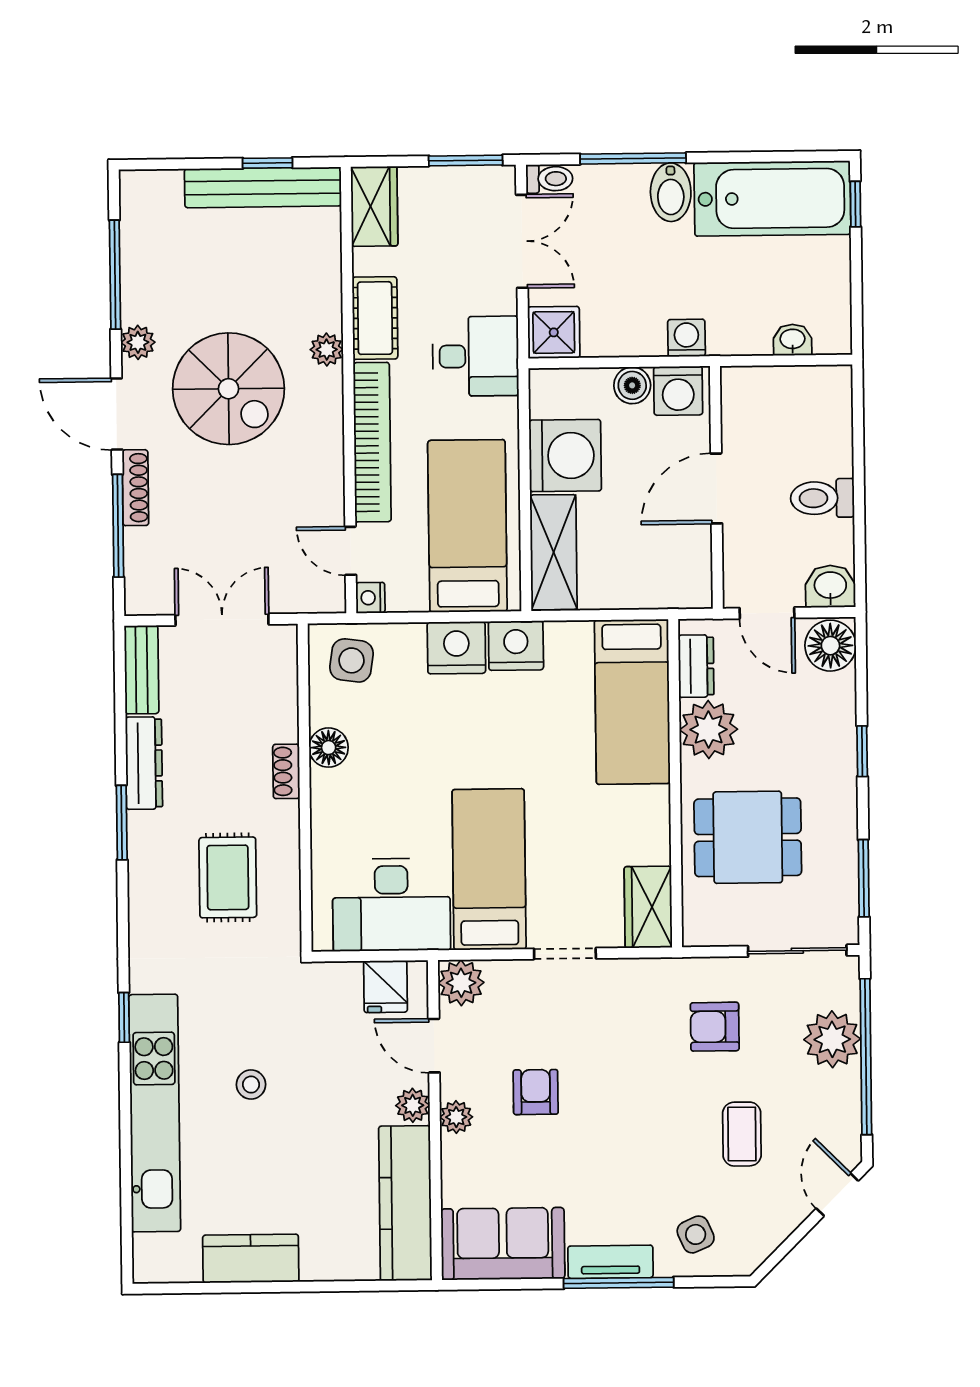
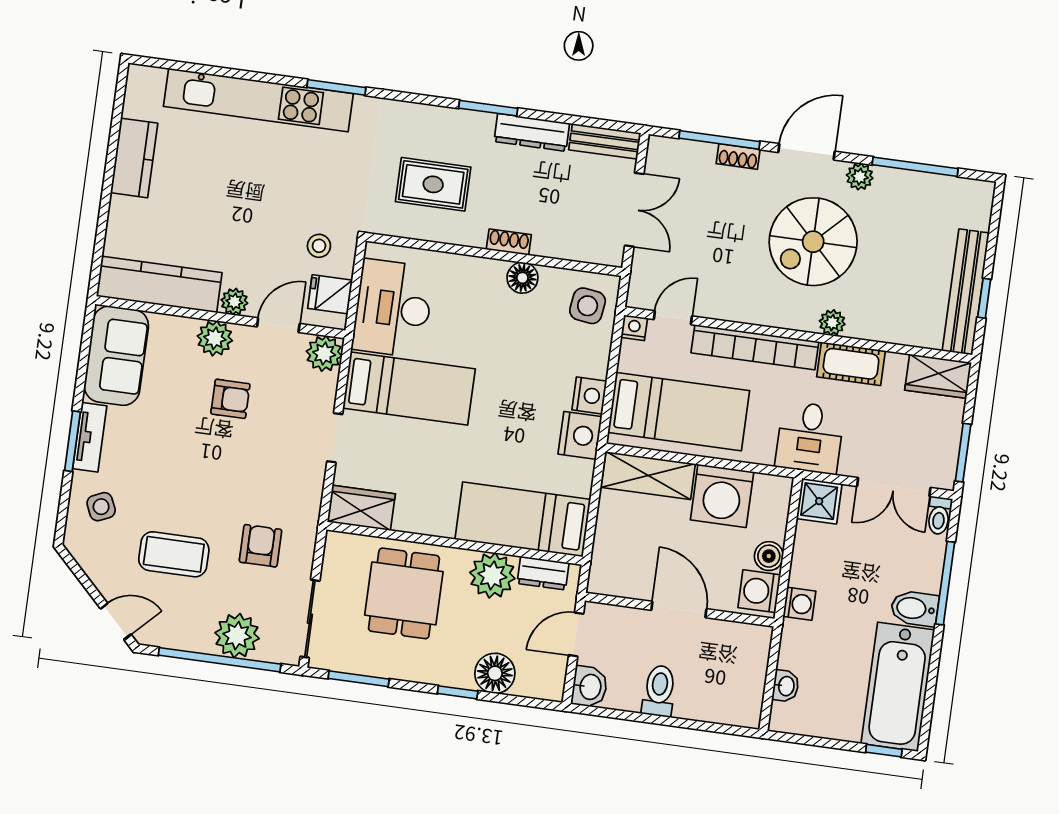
shoe rack: (135, 488) -> (738, 157), width x0.70
floor lamp: (830, 646) -> (495, 673), moved
nightstand: (456, 648) -> (589, 395), width x0.74, depth x0.75
window: (124, 1017) -> (336, 87), width x1.50
stool: (251, 1085) -> (319, 246), moved
plant: (456, 1117) -> (215, 338), width x1.38, depth x1.38
coffee table: (742, 1134) -> (174, 554), width x1.36, depth x1.30
window: (619, 1283) -> (72, 441), width x0.69

